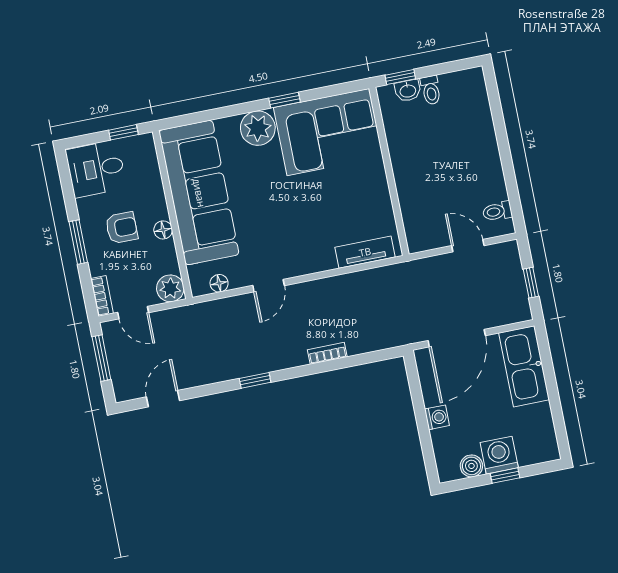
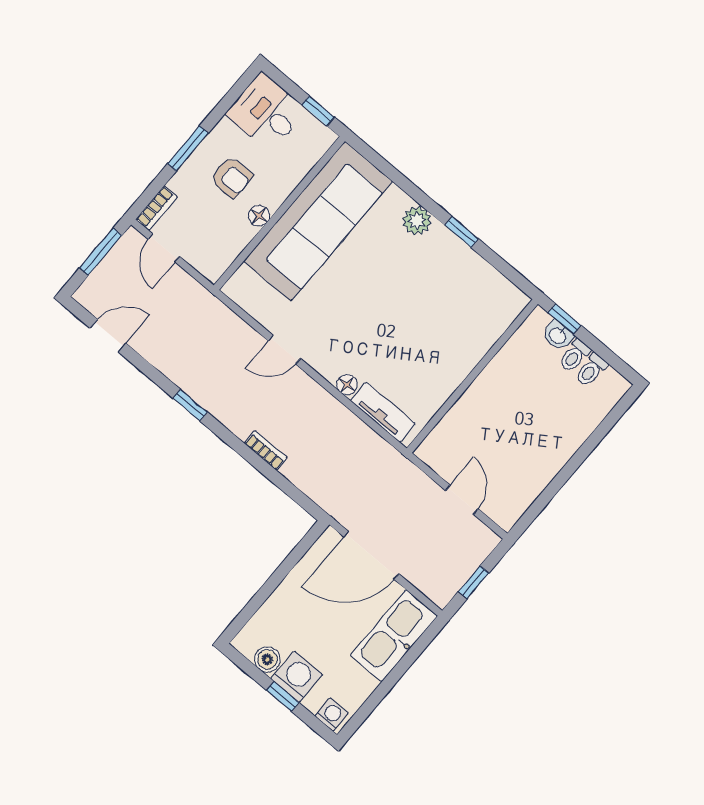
plant: (258, 128) -> (417, 221), width x0.73, depth x0.73
corner sofa: (328, 132) -> (464, 294), removed
toilet: (497, 211) -> (591, 370), moved, turned -90
floor lamp: (219, 283) -> (347, 385), moved
plant: (170, 288) -> (212, 264), removed
washing machine: (437, 417) -> (332, 714), moved, turned -90

